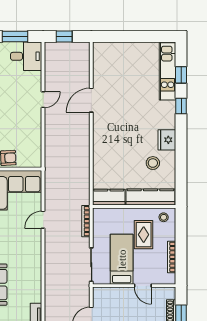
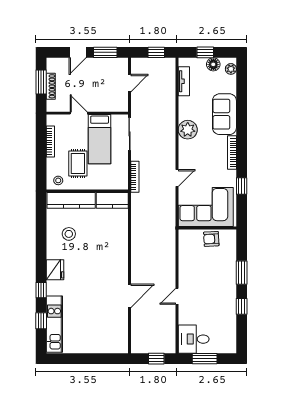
fridge: (167, 140) -> (55, 270), moved
plant: (32, 269) -> (188, 130), added

